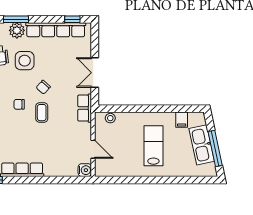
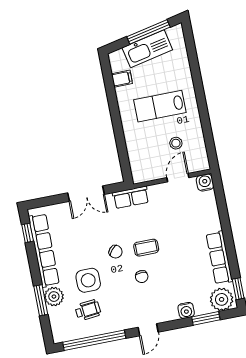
stool: (110, 118) -> (176, 143), moved

